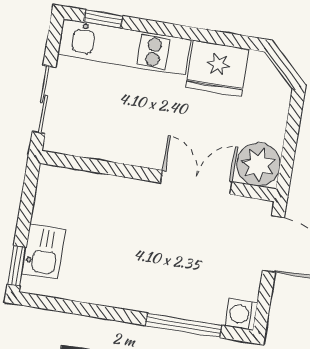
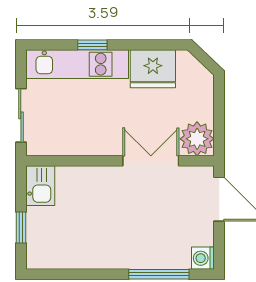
window: (103, 19) -> (92, 45), moved
kitchen sink: (44, 252) -> (40, 186), moved
window: (17, 266) -> (21, 228), moved

